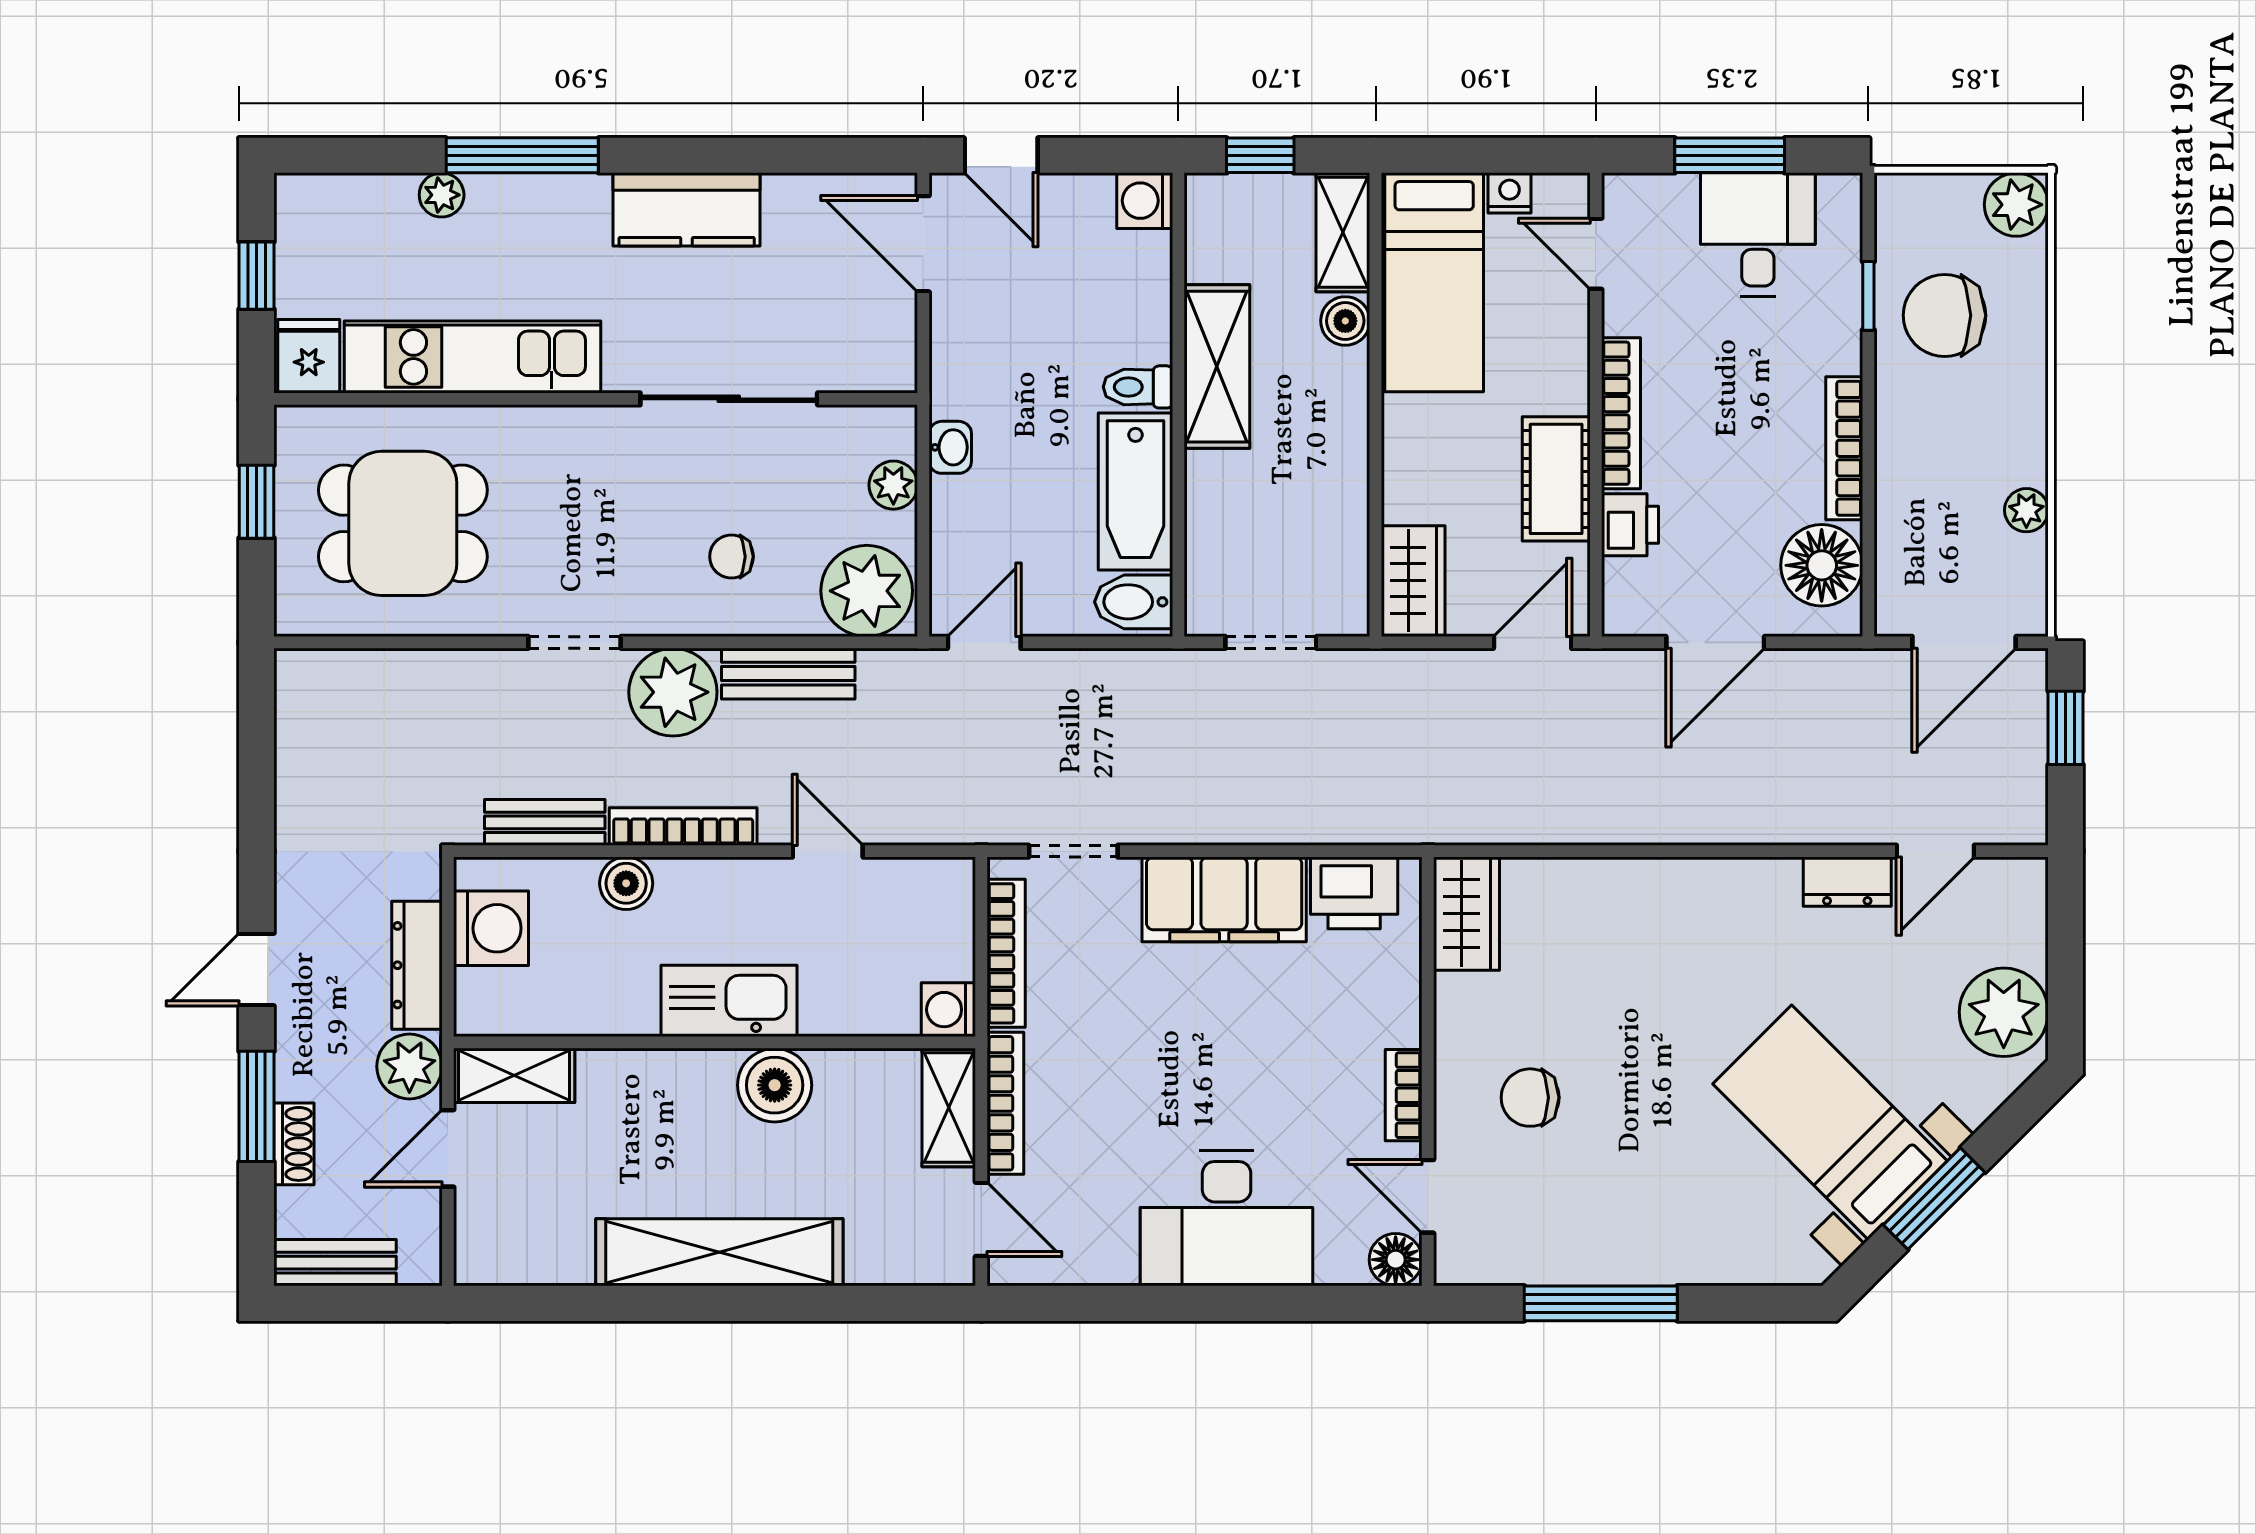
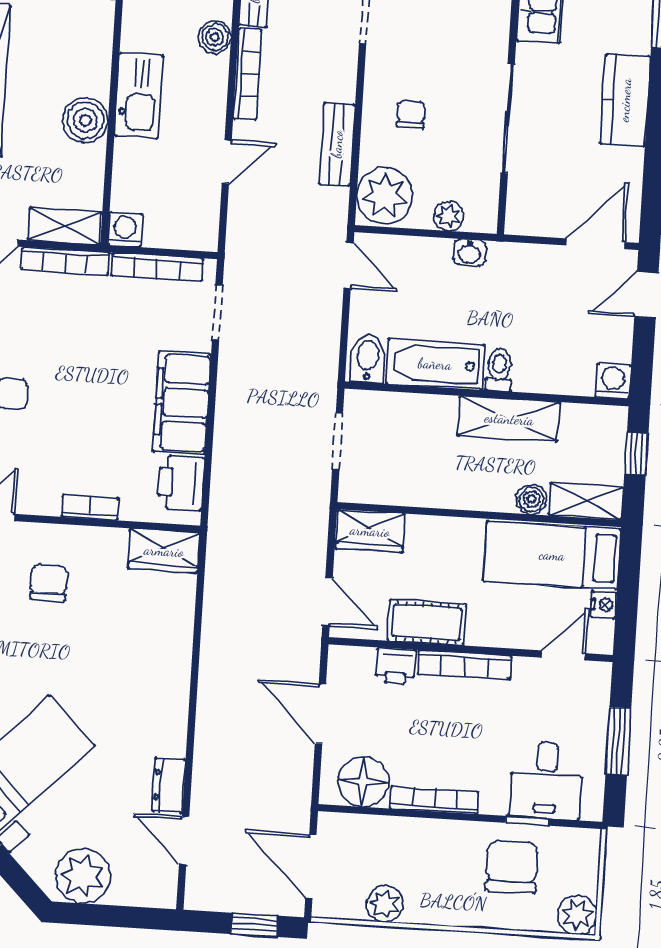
desk: (1758, 234) -> (546, 780), moved, turned 90
plant: (2026, 510) -> (385, 904), width x1.38, depth x1.38
plant: (673, 692) -> (330, 73), removed
bookcase: (1404, 1095) -> (90, 507), moved

